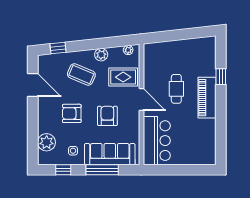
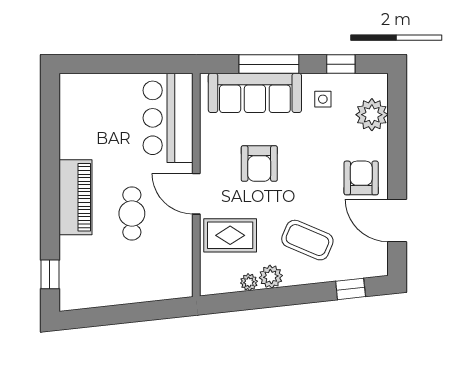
plant: (128, 50) -> (249, 282), moved
window: (221, 77) -> (50, 274), moved
armchair: (72, 113) -> (361, 178), moved, turned -90

